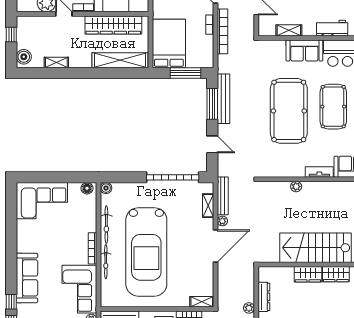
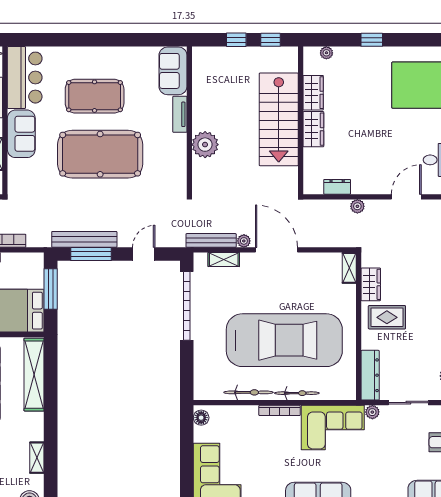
plant: (296, 187) -> (205, 145), width x1.88, depth x1.88
boiler: (106, 188) -> (201, 393), removed
dresser: (264, 297) -> (337, 187), width x0.70

